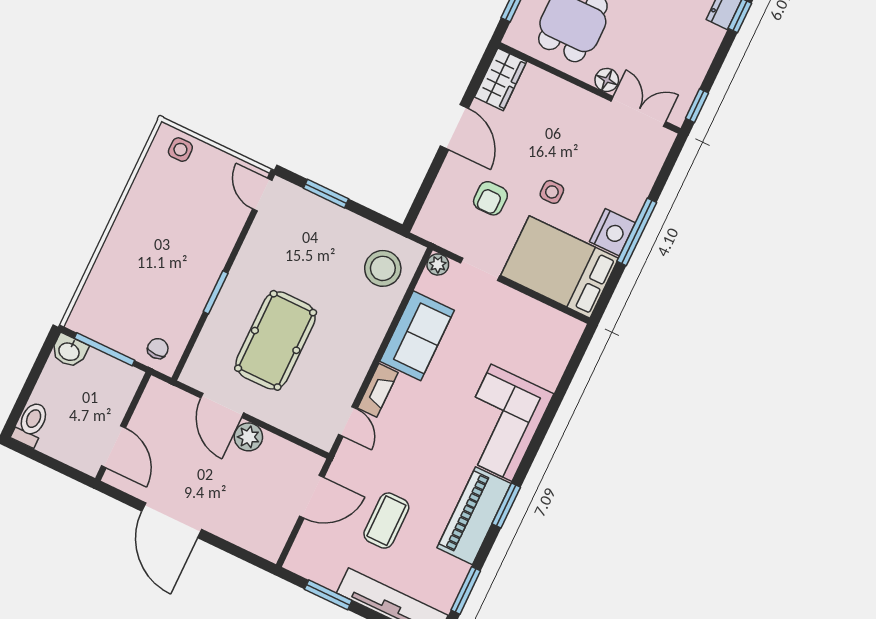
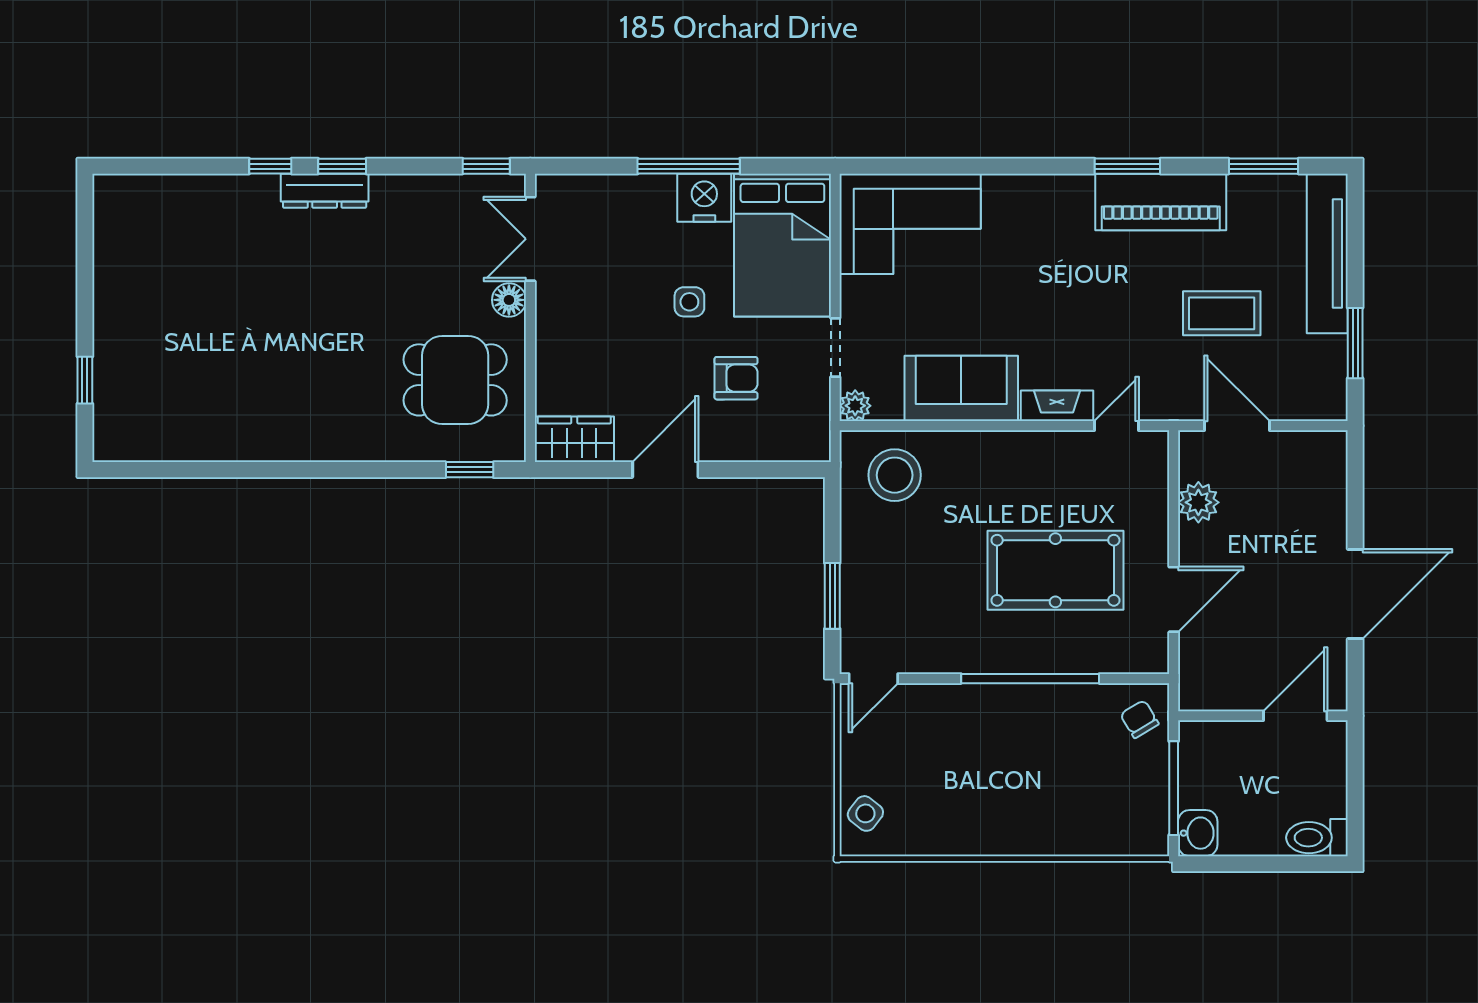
side table: (180, 150) -> (865, 813), turned 38
window: (216, 292) -> (1030, 679), width x2.11
chair: (158, 349) -> (1139, 719), turned 59
corner sofa: (502, 423) -> (910, 224), moved
plant: (248, 437) -> (1198, 502), moved

